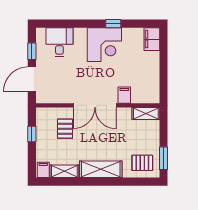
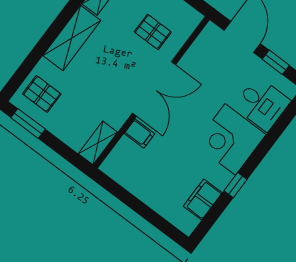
filing cabinet: (152, 39) -> (203, 199), moved, turned -90
corner desk: (104, 45) -> (230, 139), moved
double door: (95, 105) -> (154, 89), swing flipped
pallet: (142, 163) -> (42, 94), turned 90

